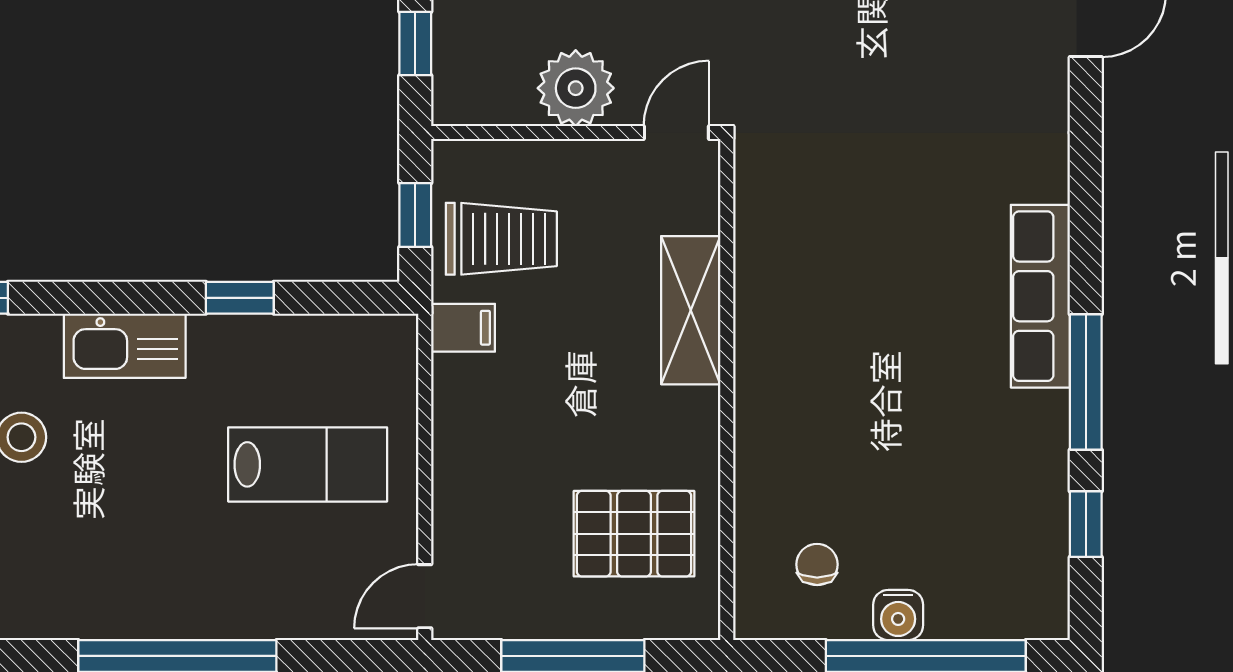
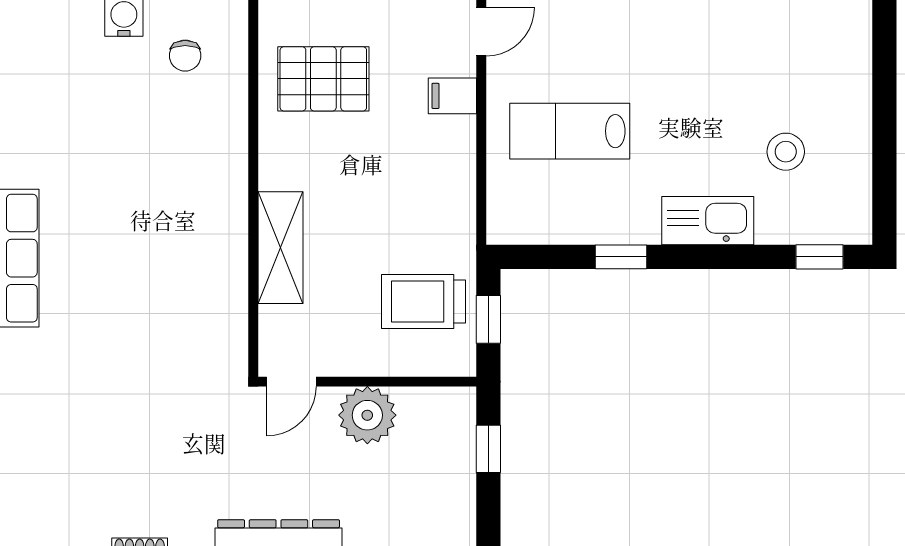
filing cabinet: (463, 328) -> (452, 96), moved

